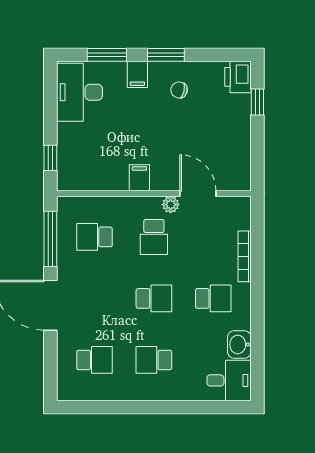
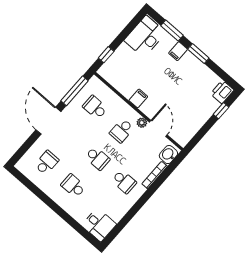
chair: (179, 90) -> (191, 75), removed
washbasin: (239, 344) -> (168, 155), moved
school desk: (95, 360) -> (47, 163), turned -90

